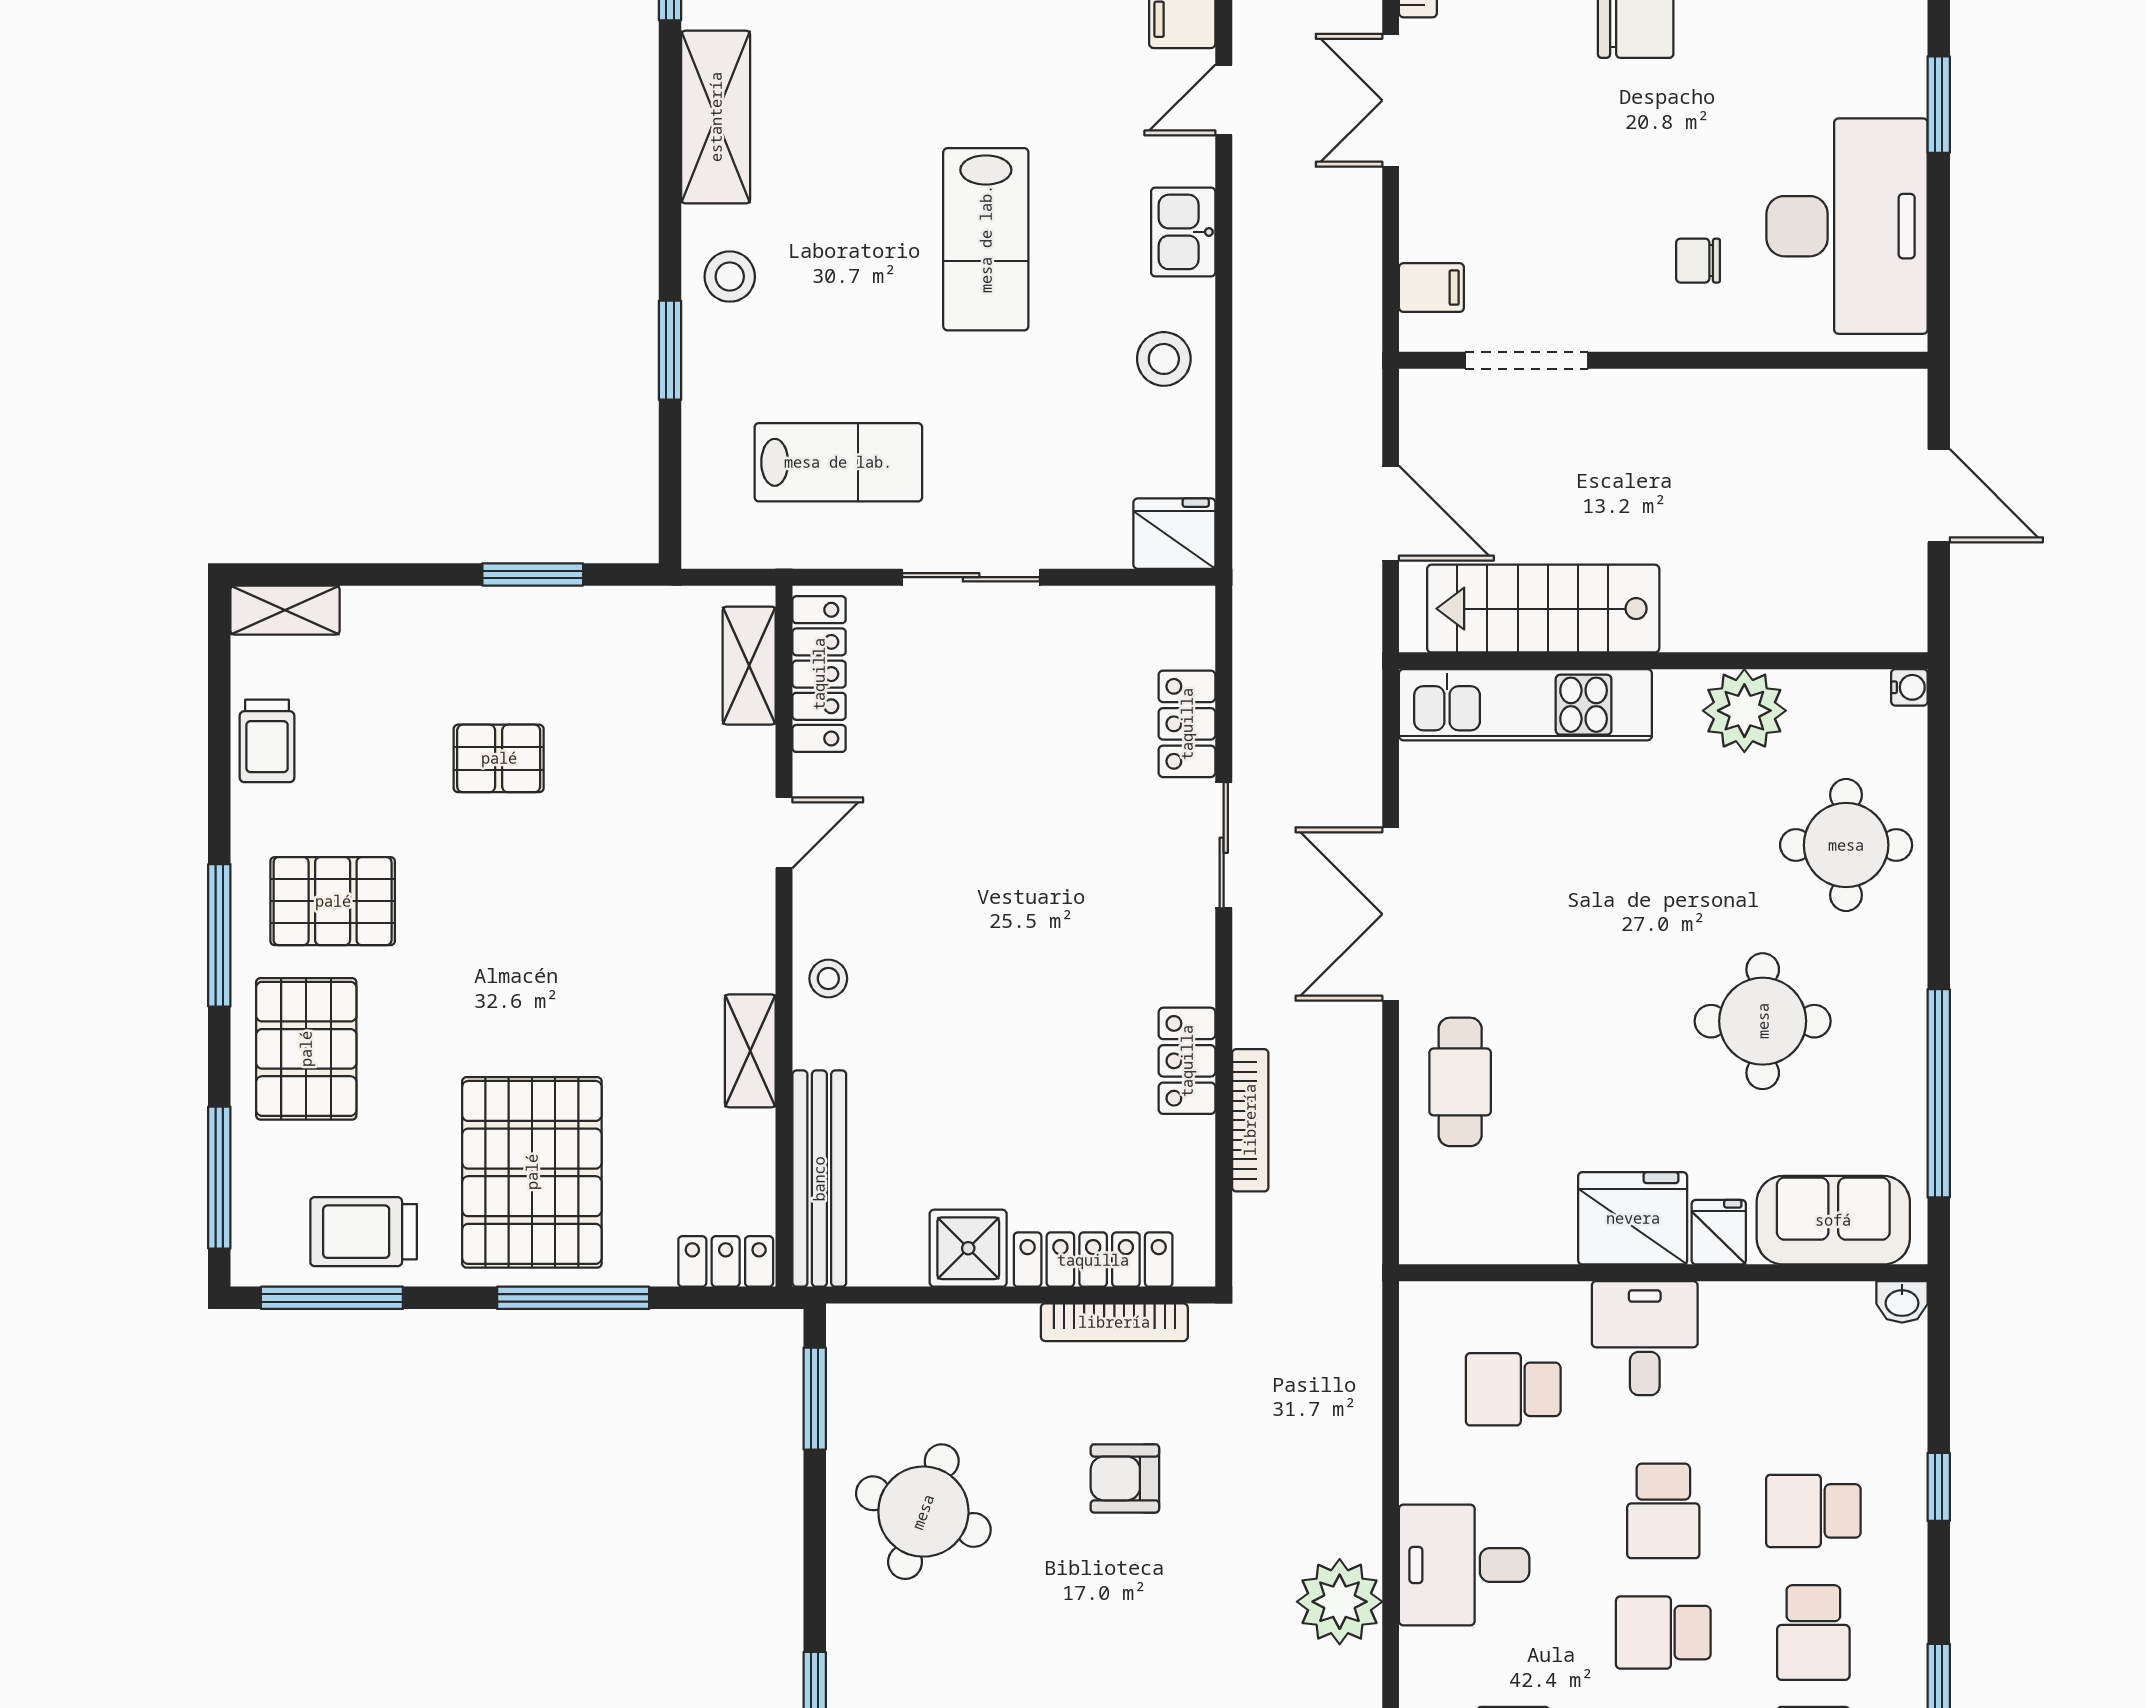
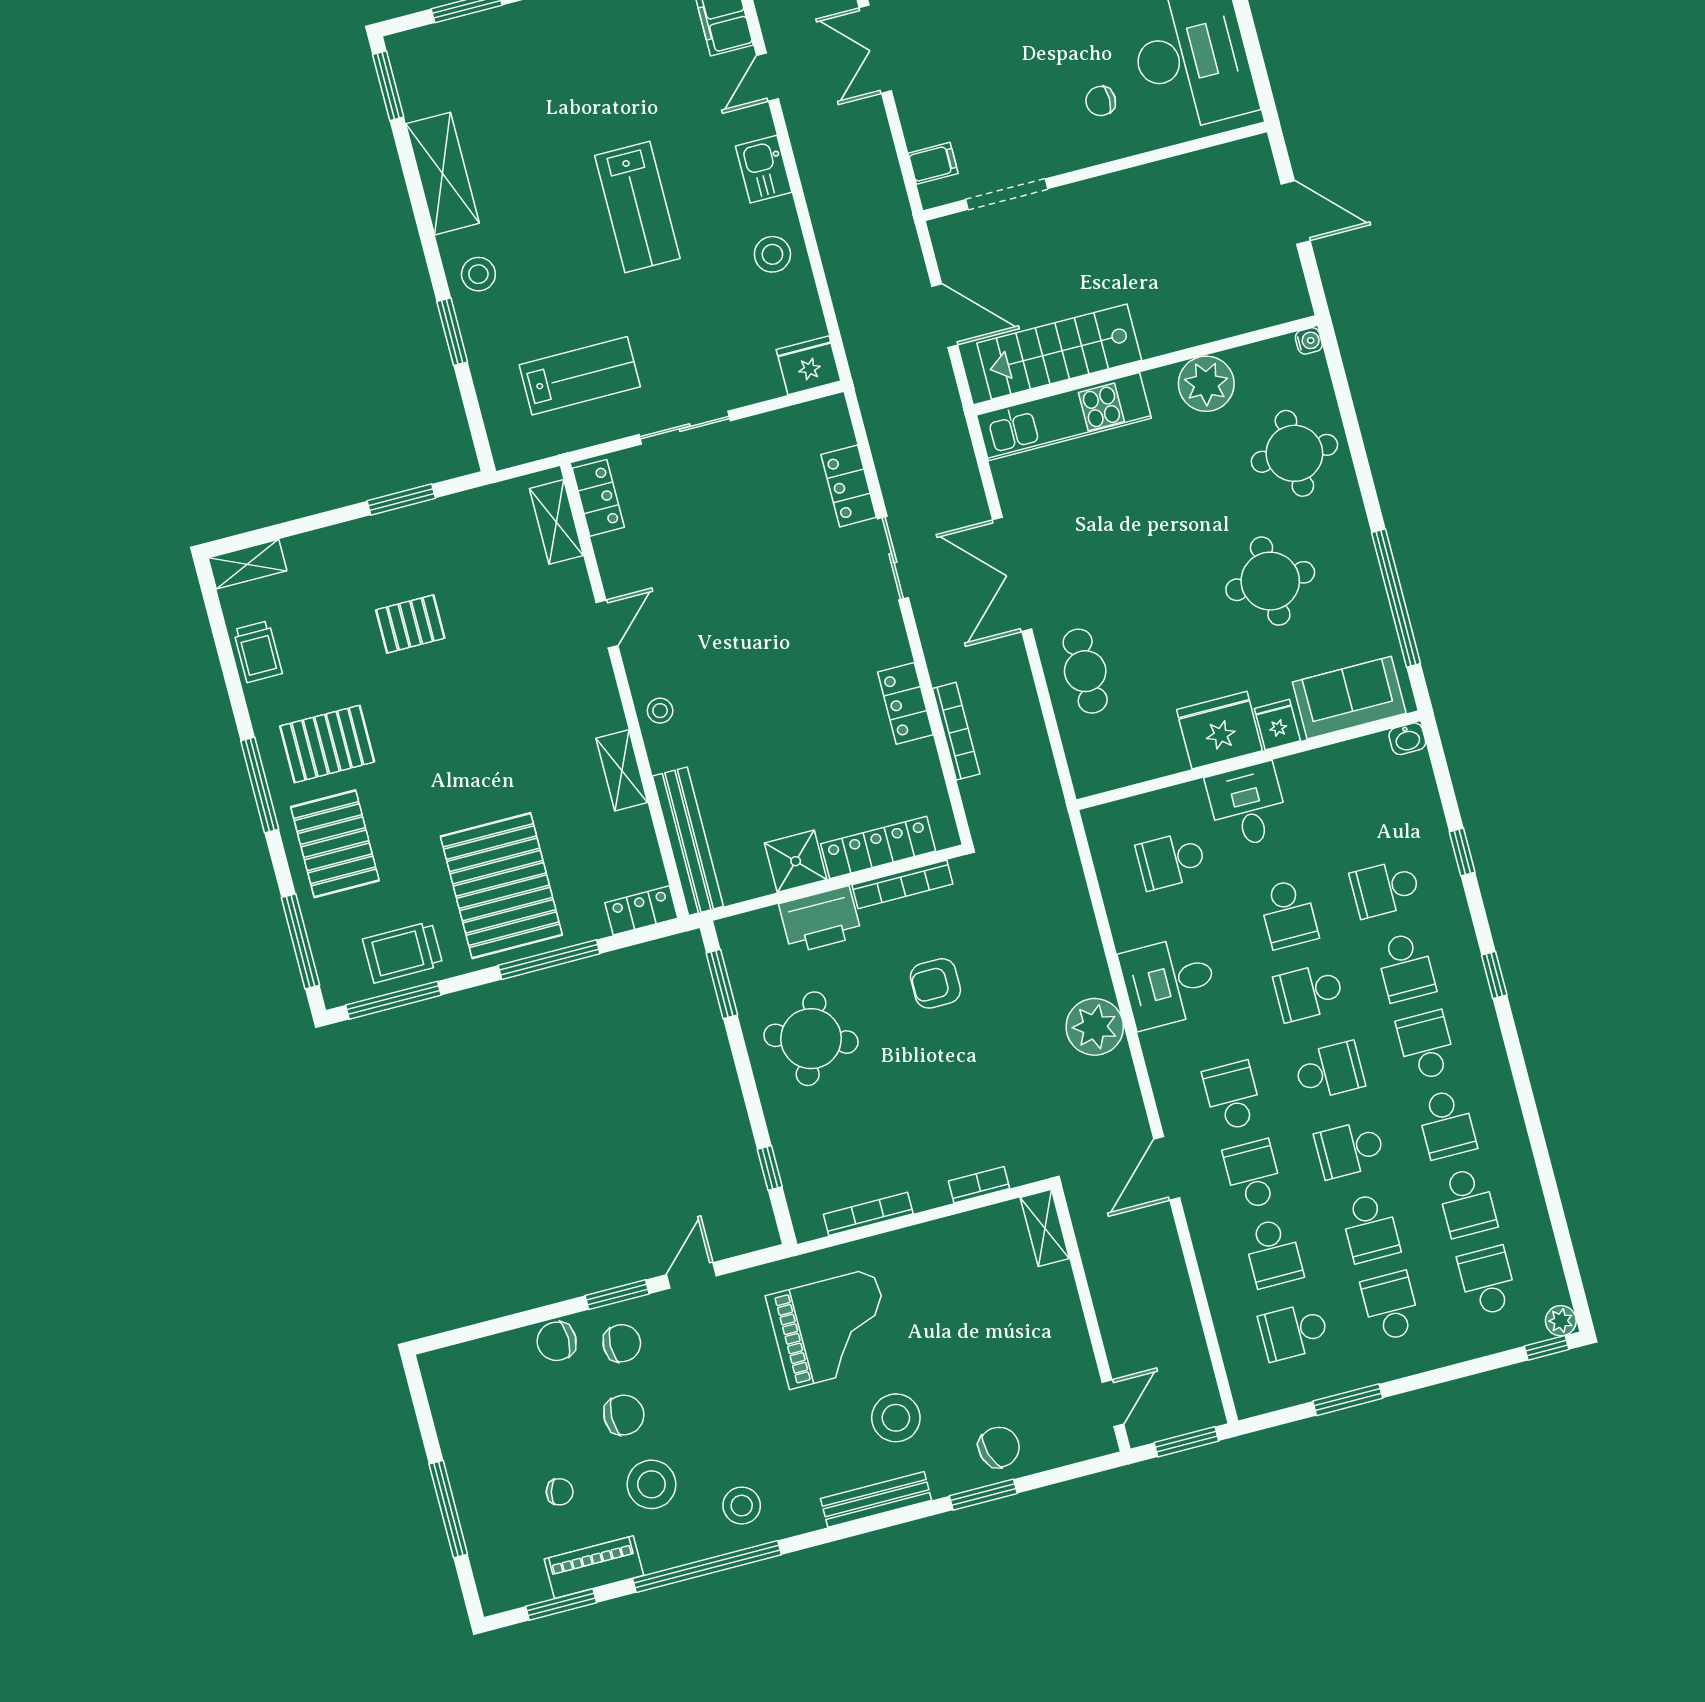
locker: (819, 674) -> (598, 498), width x0.66
printer: (982, 1343) -> (820, 920), added

